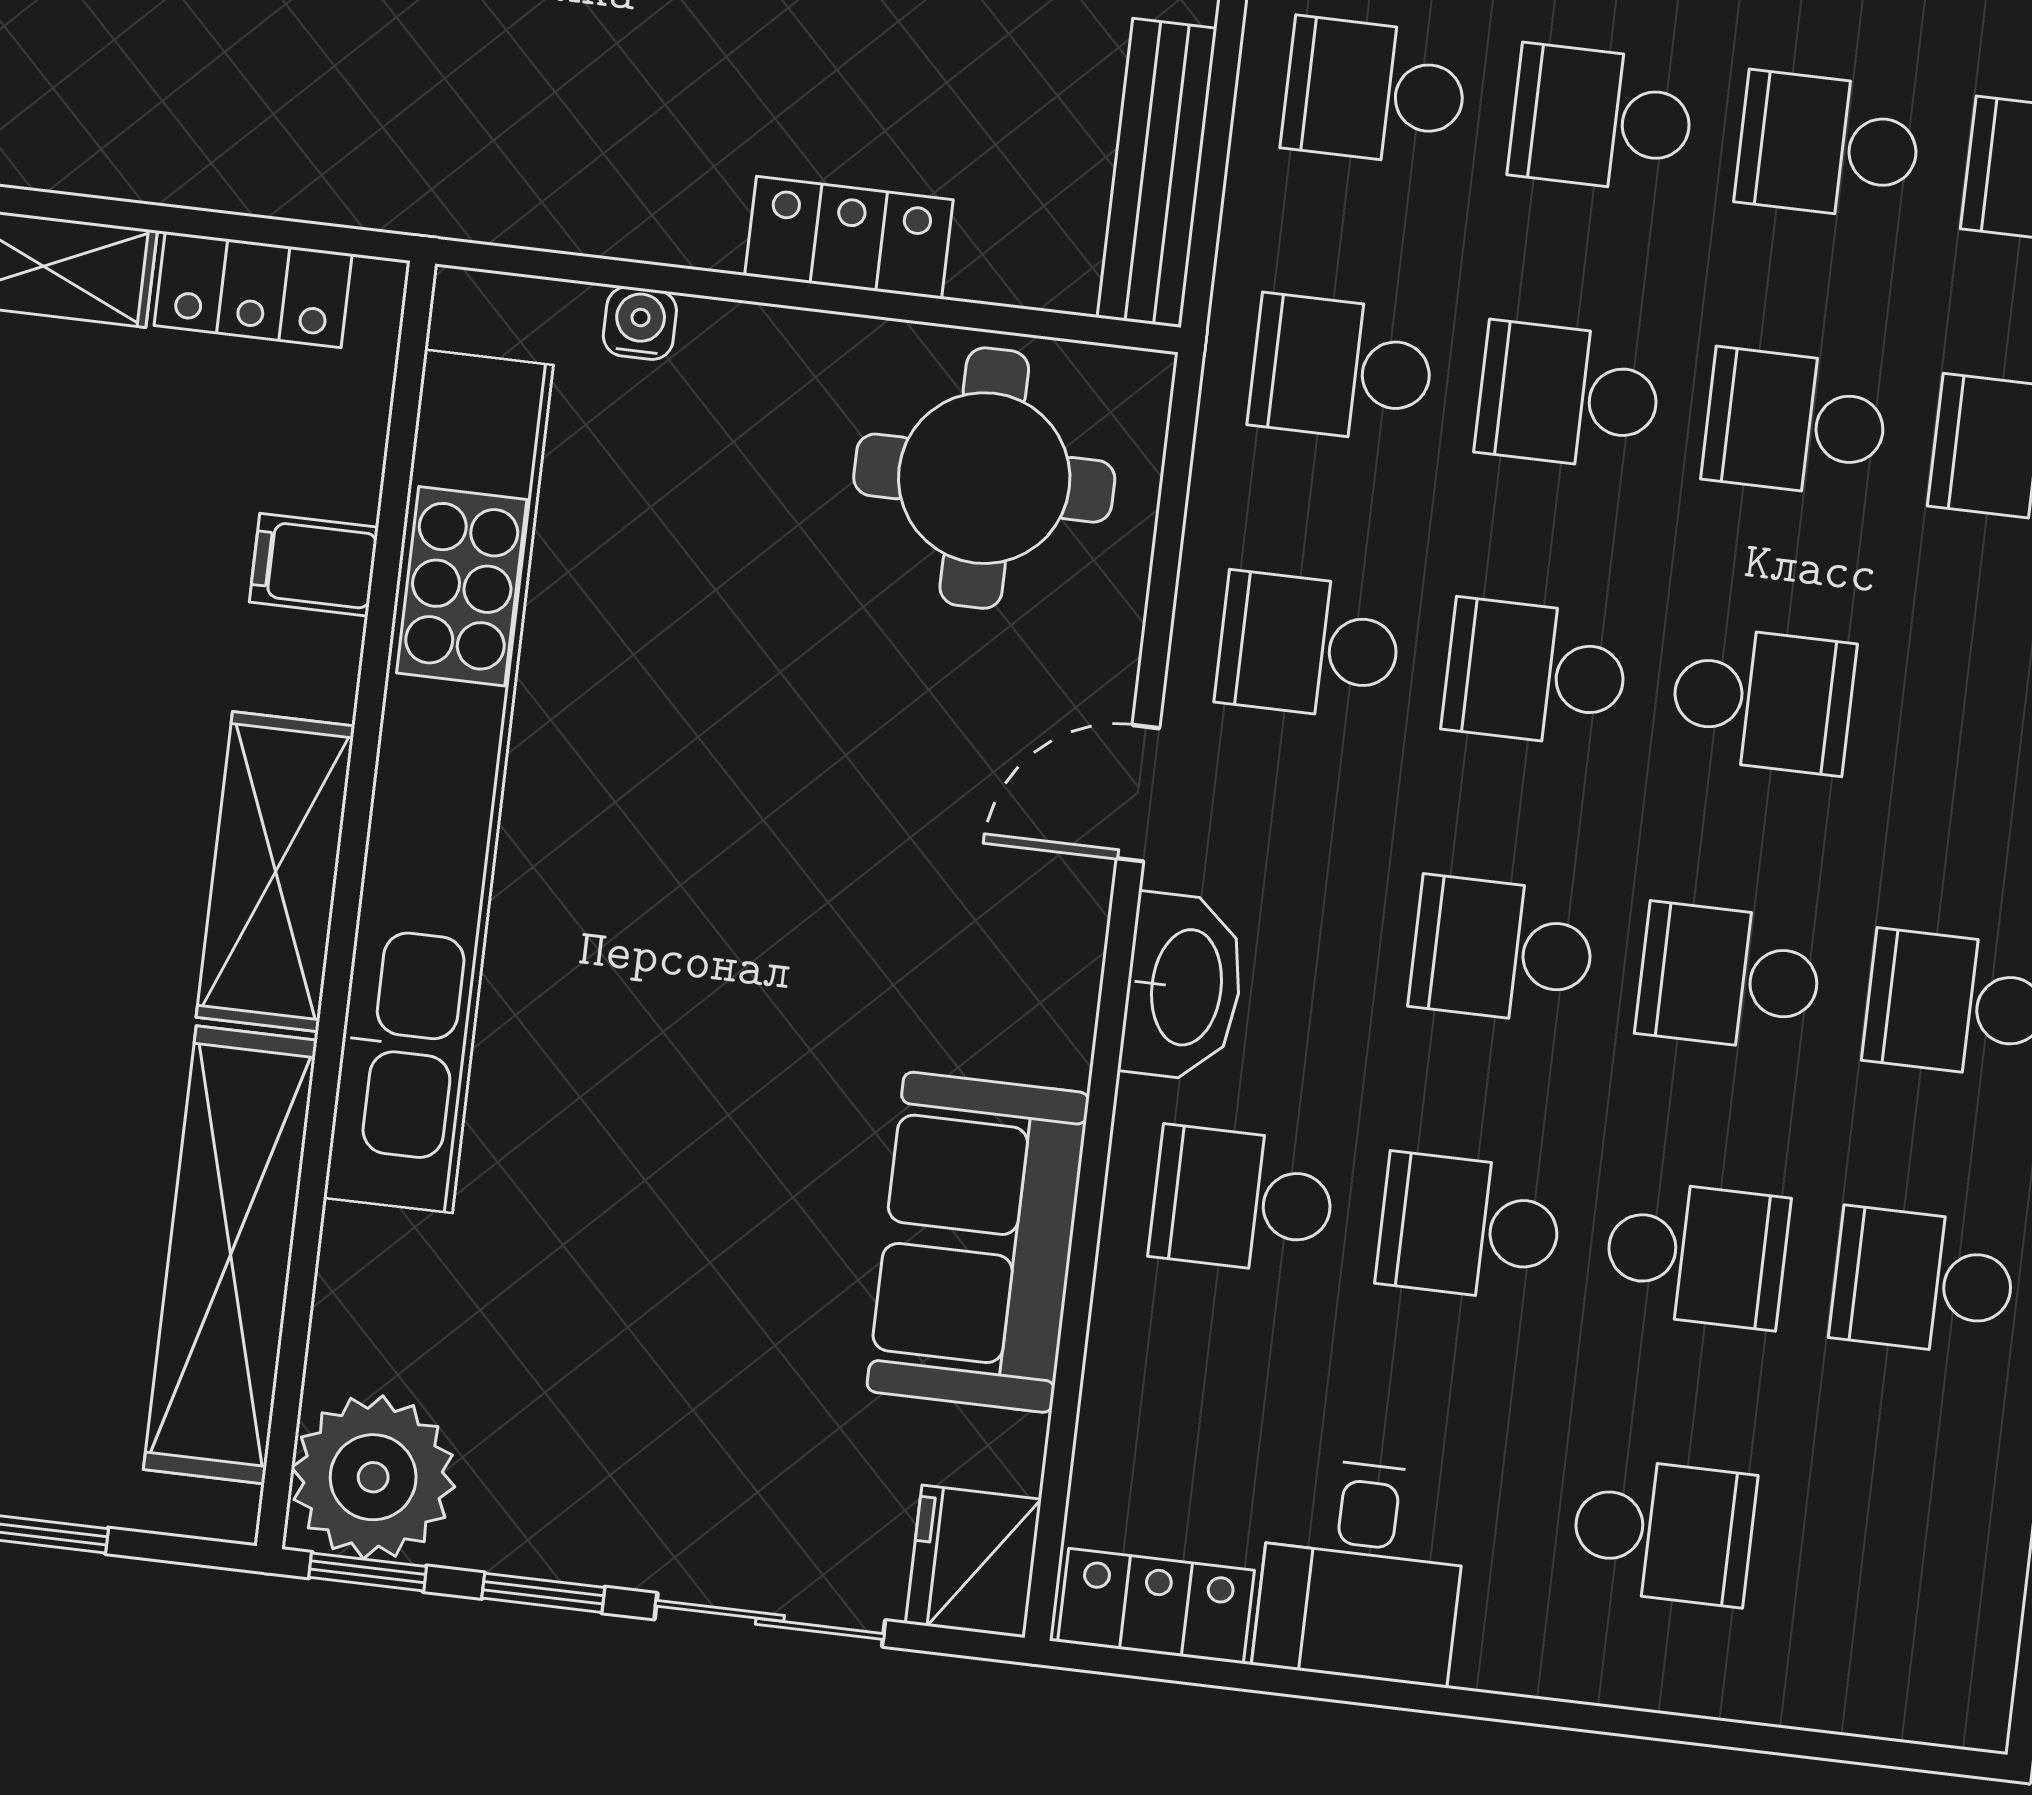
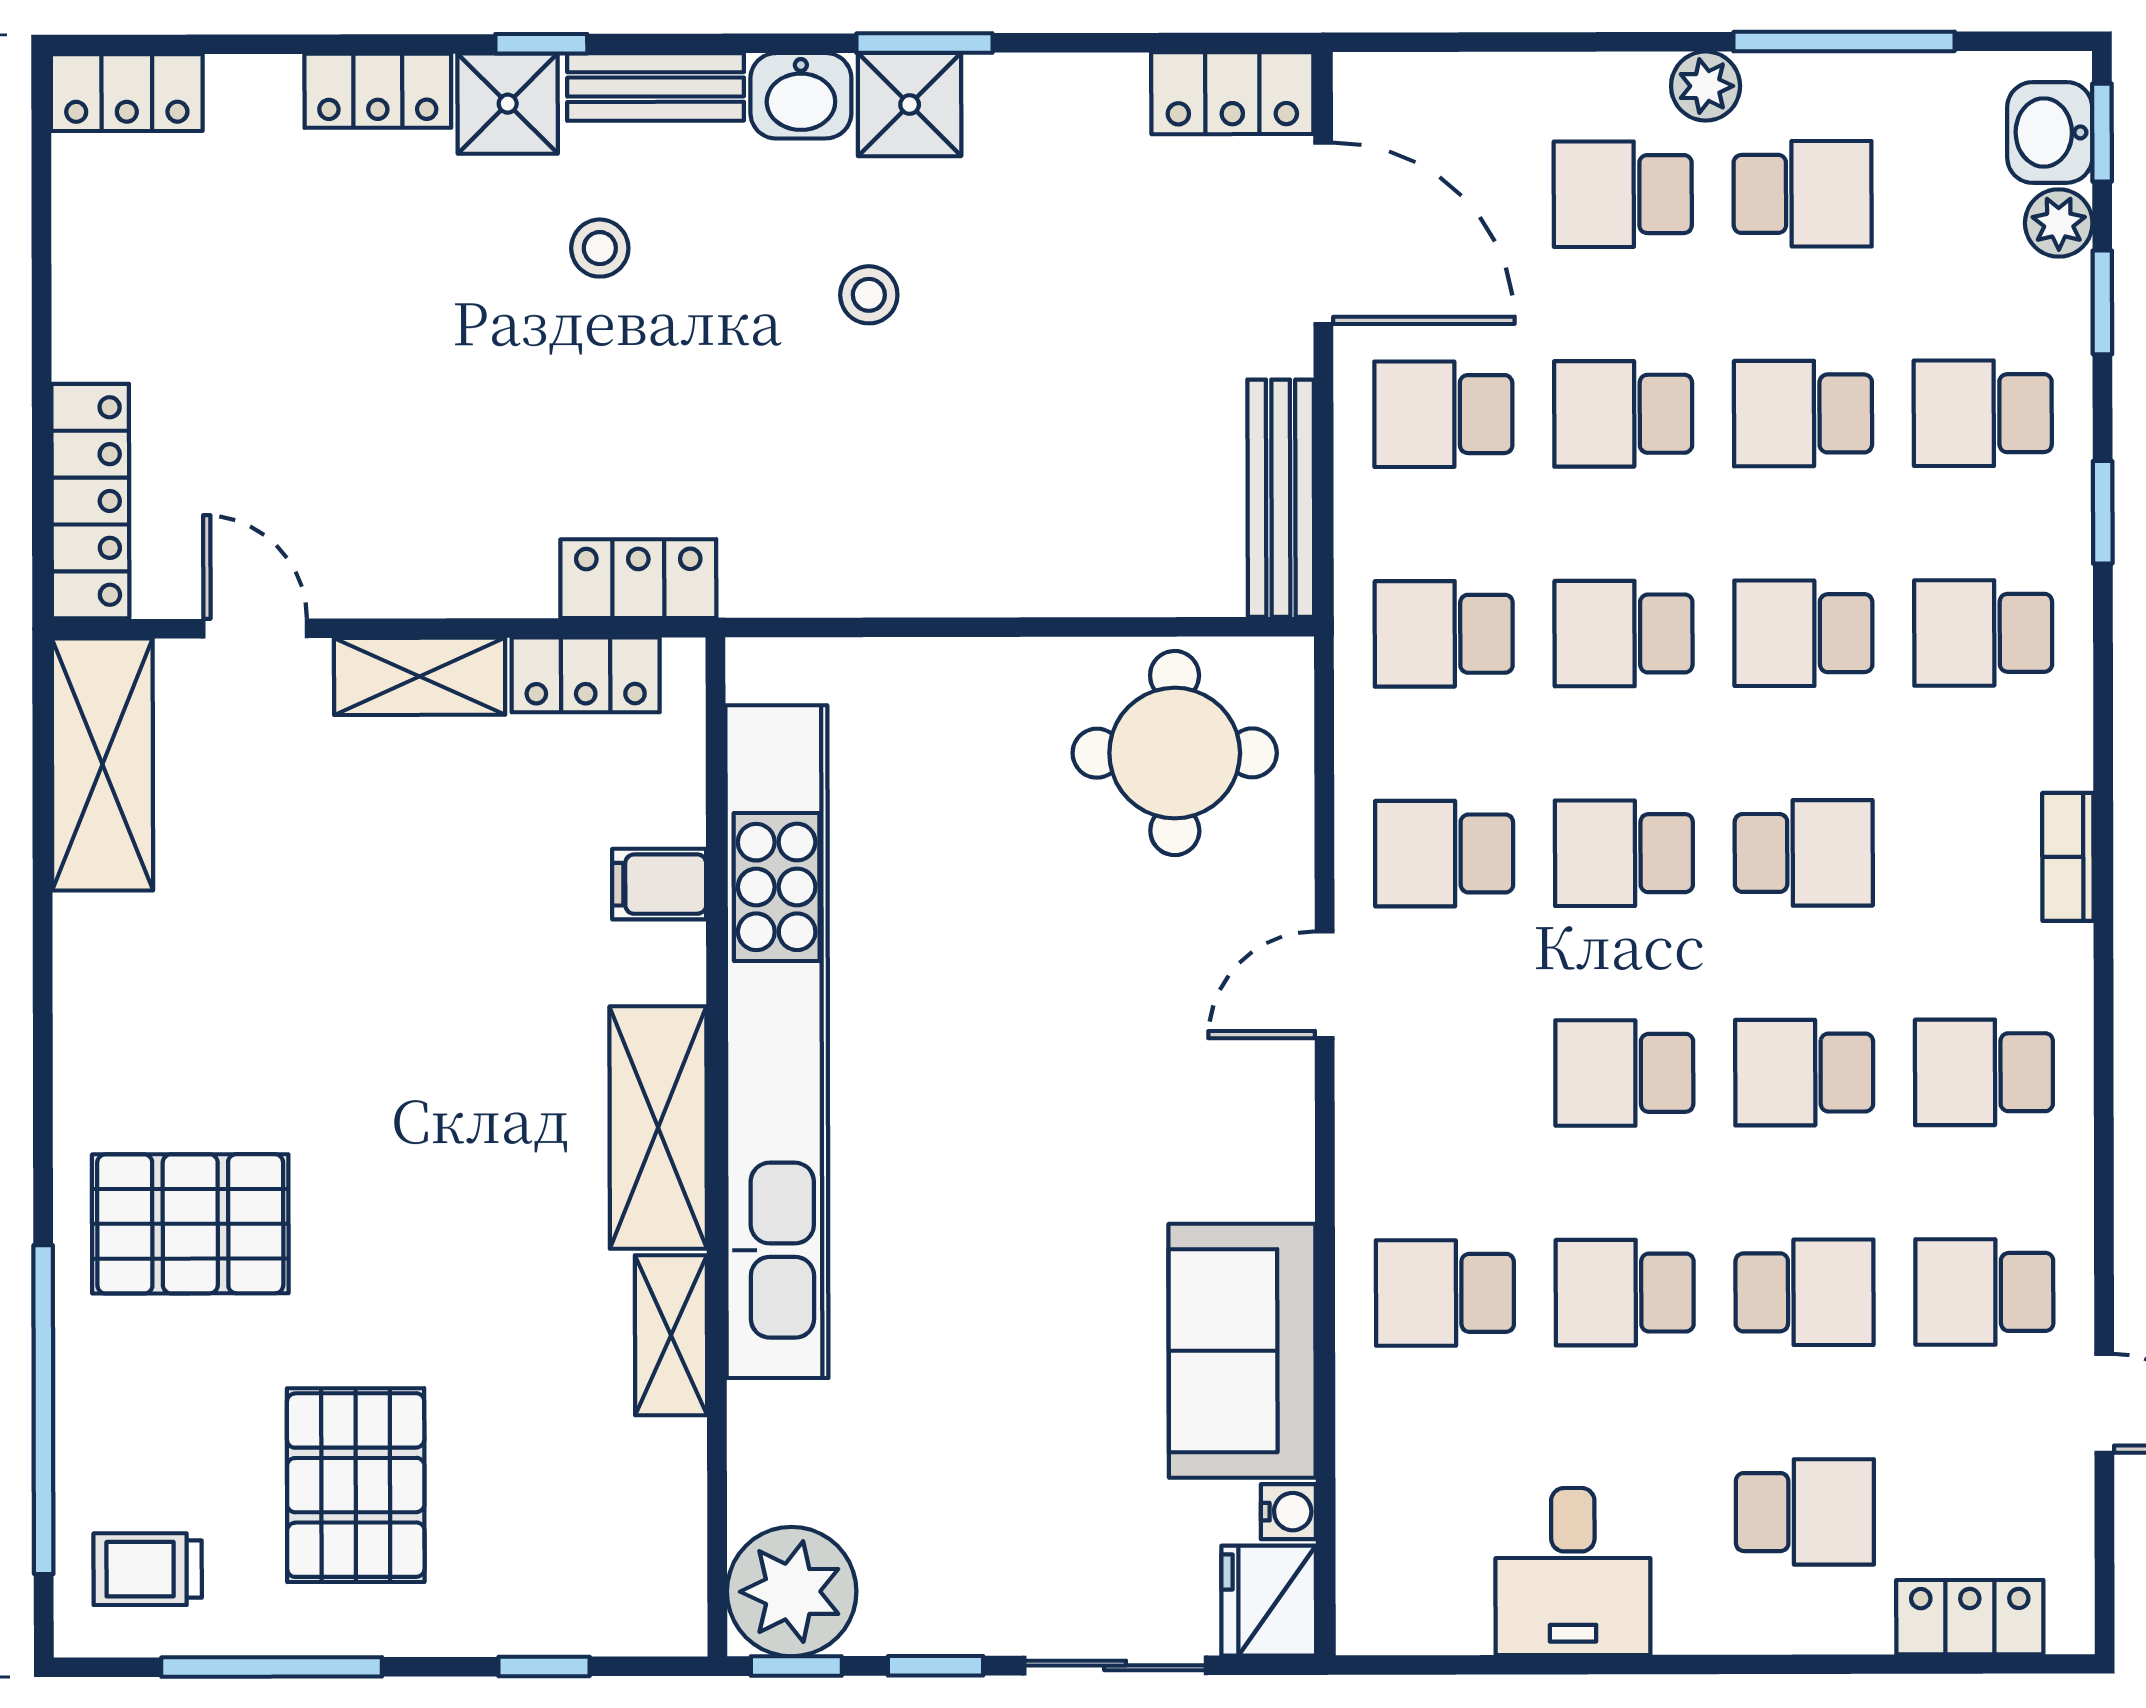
locker: (849, 238) -> (638, 579), moved
water cooler: (640, 323) -> (1288, 1512), moved, turned 90
washbasin: (1183, 987) -> (1378, 1132), removed
shelving: (230, 1255) -> (671, 1335), width x0.45, depth x0.75
locker: (1156, 1606) -> (1970, 1617), moved

